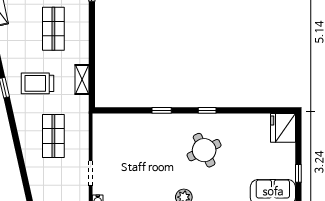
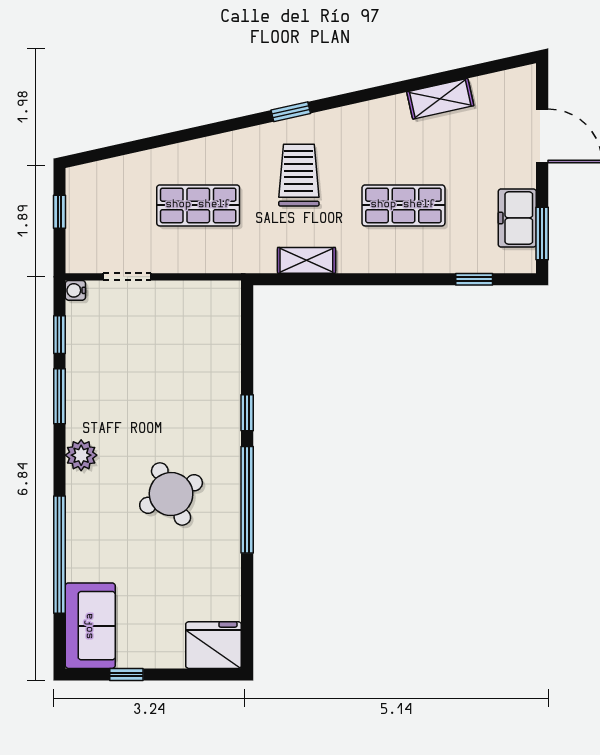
window: (207, 110) -> (247, 500), width x3.17

